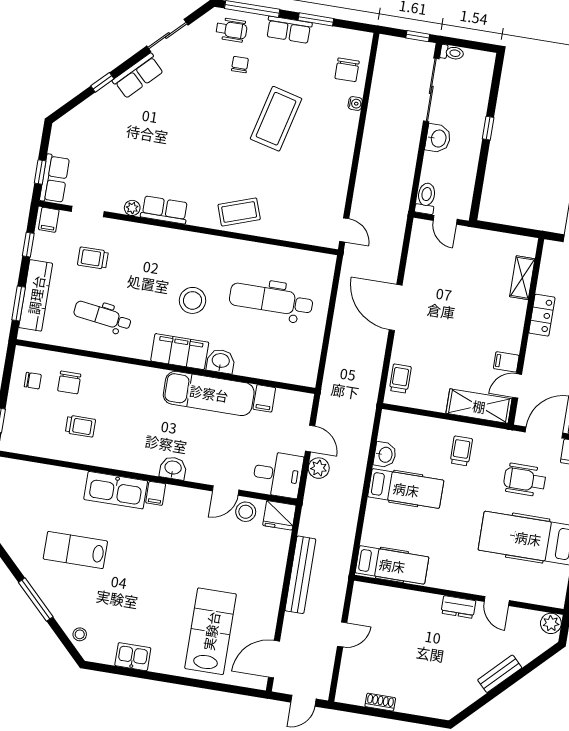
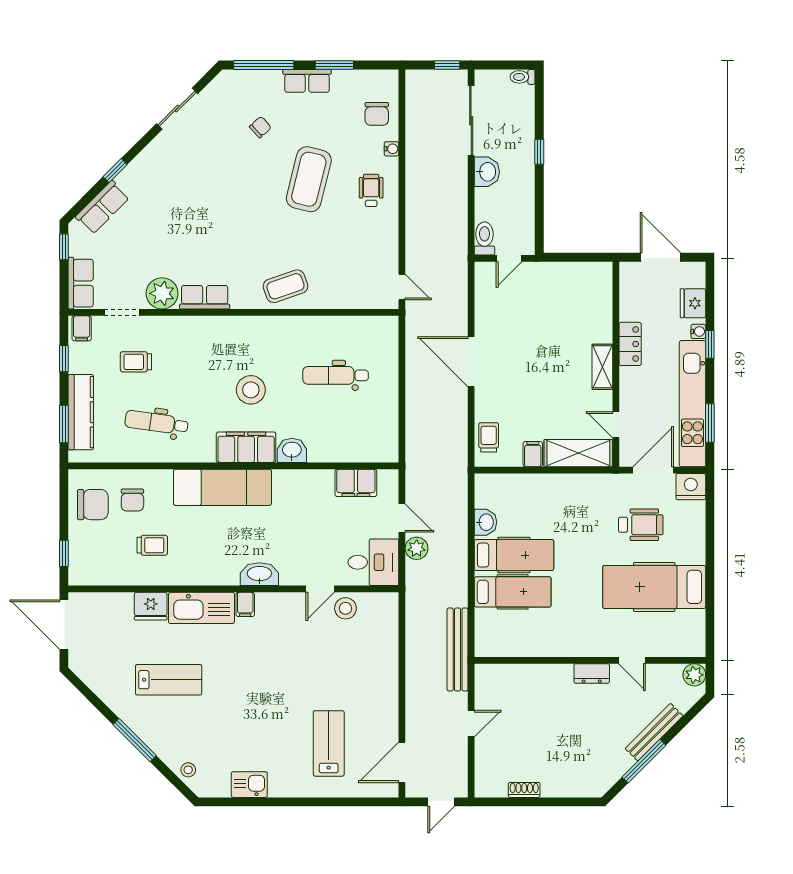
wheelchair: (231, 30) -> (371, 190), moved, turned -90
toilet: (452, 53) -> (523, 77), moved, turned 180
chair: (240, 65) -> (260, 127), turned 48
row of seats: (138, 76) -> (102, 207), moved
window: (40, 172) -> (64, 247), moved
plant: (132, 208) -> (162, 293), width x1.88, depth x1.88
door: (445, 220) -> (509, 258), hinge flipped
shelving: (522, 278) -> (602, 367), moved
dental chair: (271, 300) -> (336, 375), width x0.73, depth x0.72
filing cabinet: (506, 362) -> (533, 454), moved, turned 90
chair: (33, 381) -> (93, 505), width x1.87, depth x1.87
door: (517, 386) -> (616, 425), hinge flipped
exam couch: (209, 393) -> (222, 487), moved
filing cabinet: (264, 398) -> (356, 483), width x2.00
trolley: (461, 451) -> (567, 505), removed
washbasin: (173, 468) -> (259, 574), width x1.38
wheelchair: (525, 480) -> (641, 525), turned 180
fridge: (279, 515) -> (151, 606), moved
lab bench: (75, 550) -> (169, 680), turned 180
hospital bed: (392, 565) -> (513, 592), moved
bench: (300, 575) -> (458, 649), moved
lab bench: (211, 631) -> (329, 743), width x0.73, depth x0.72
bench: (500, 674) -> (654, 732), width x1.36
window: (493, 694) -> (644, 761), added

